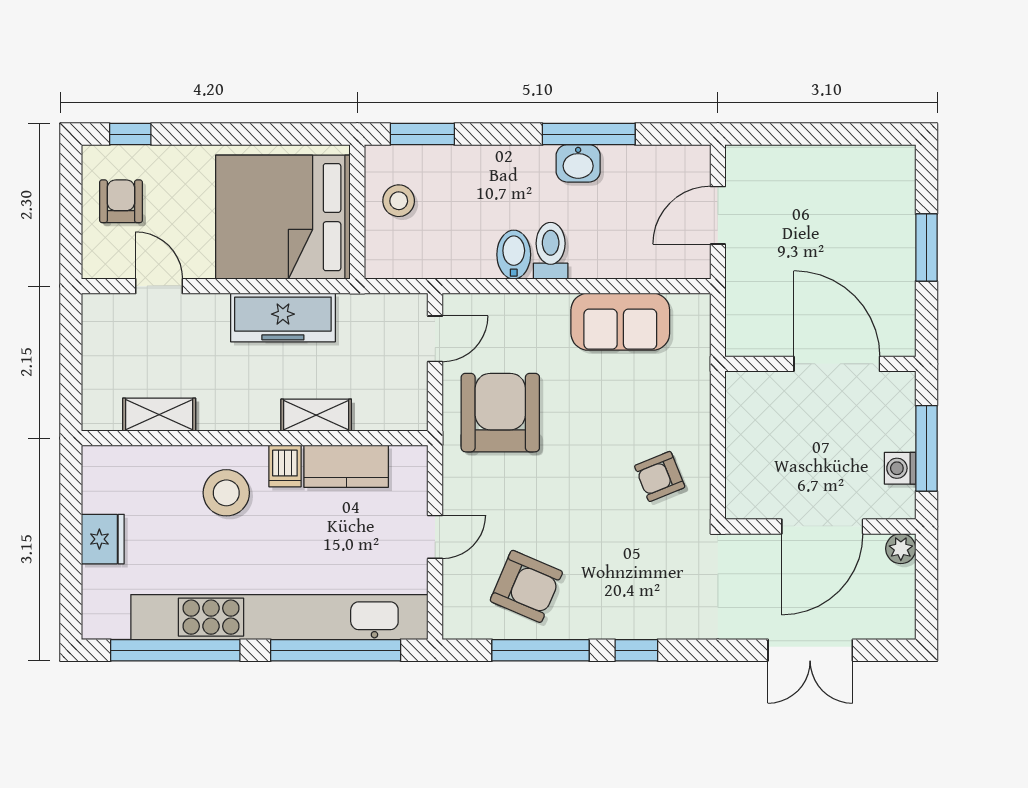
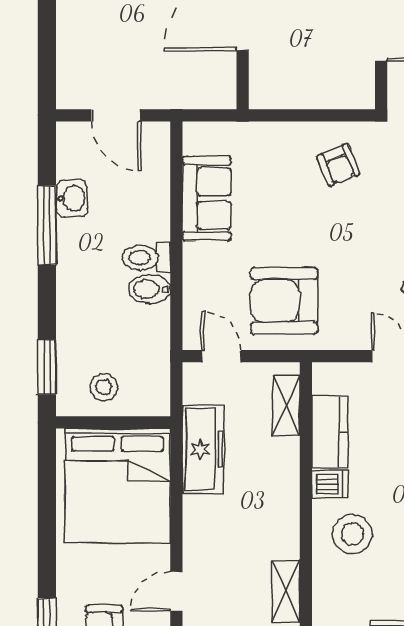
washbasin: (578, 163) -> (72, 198), moved
freezer: (283, 317) -> (203, 449), moved
shelving: (316, 415) -> (286, 406), moved

